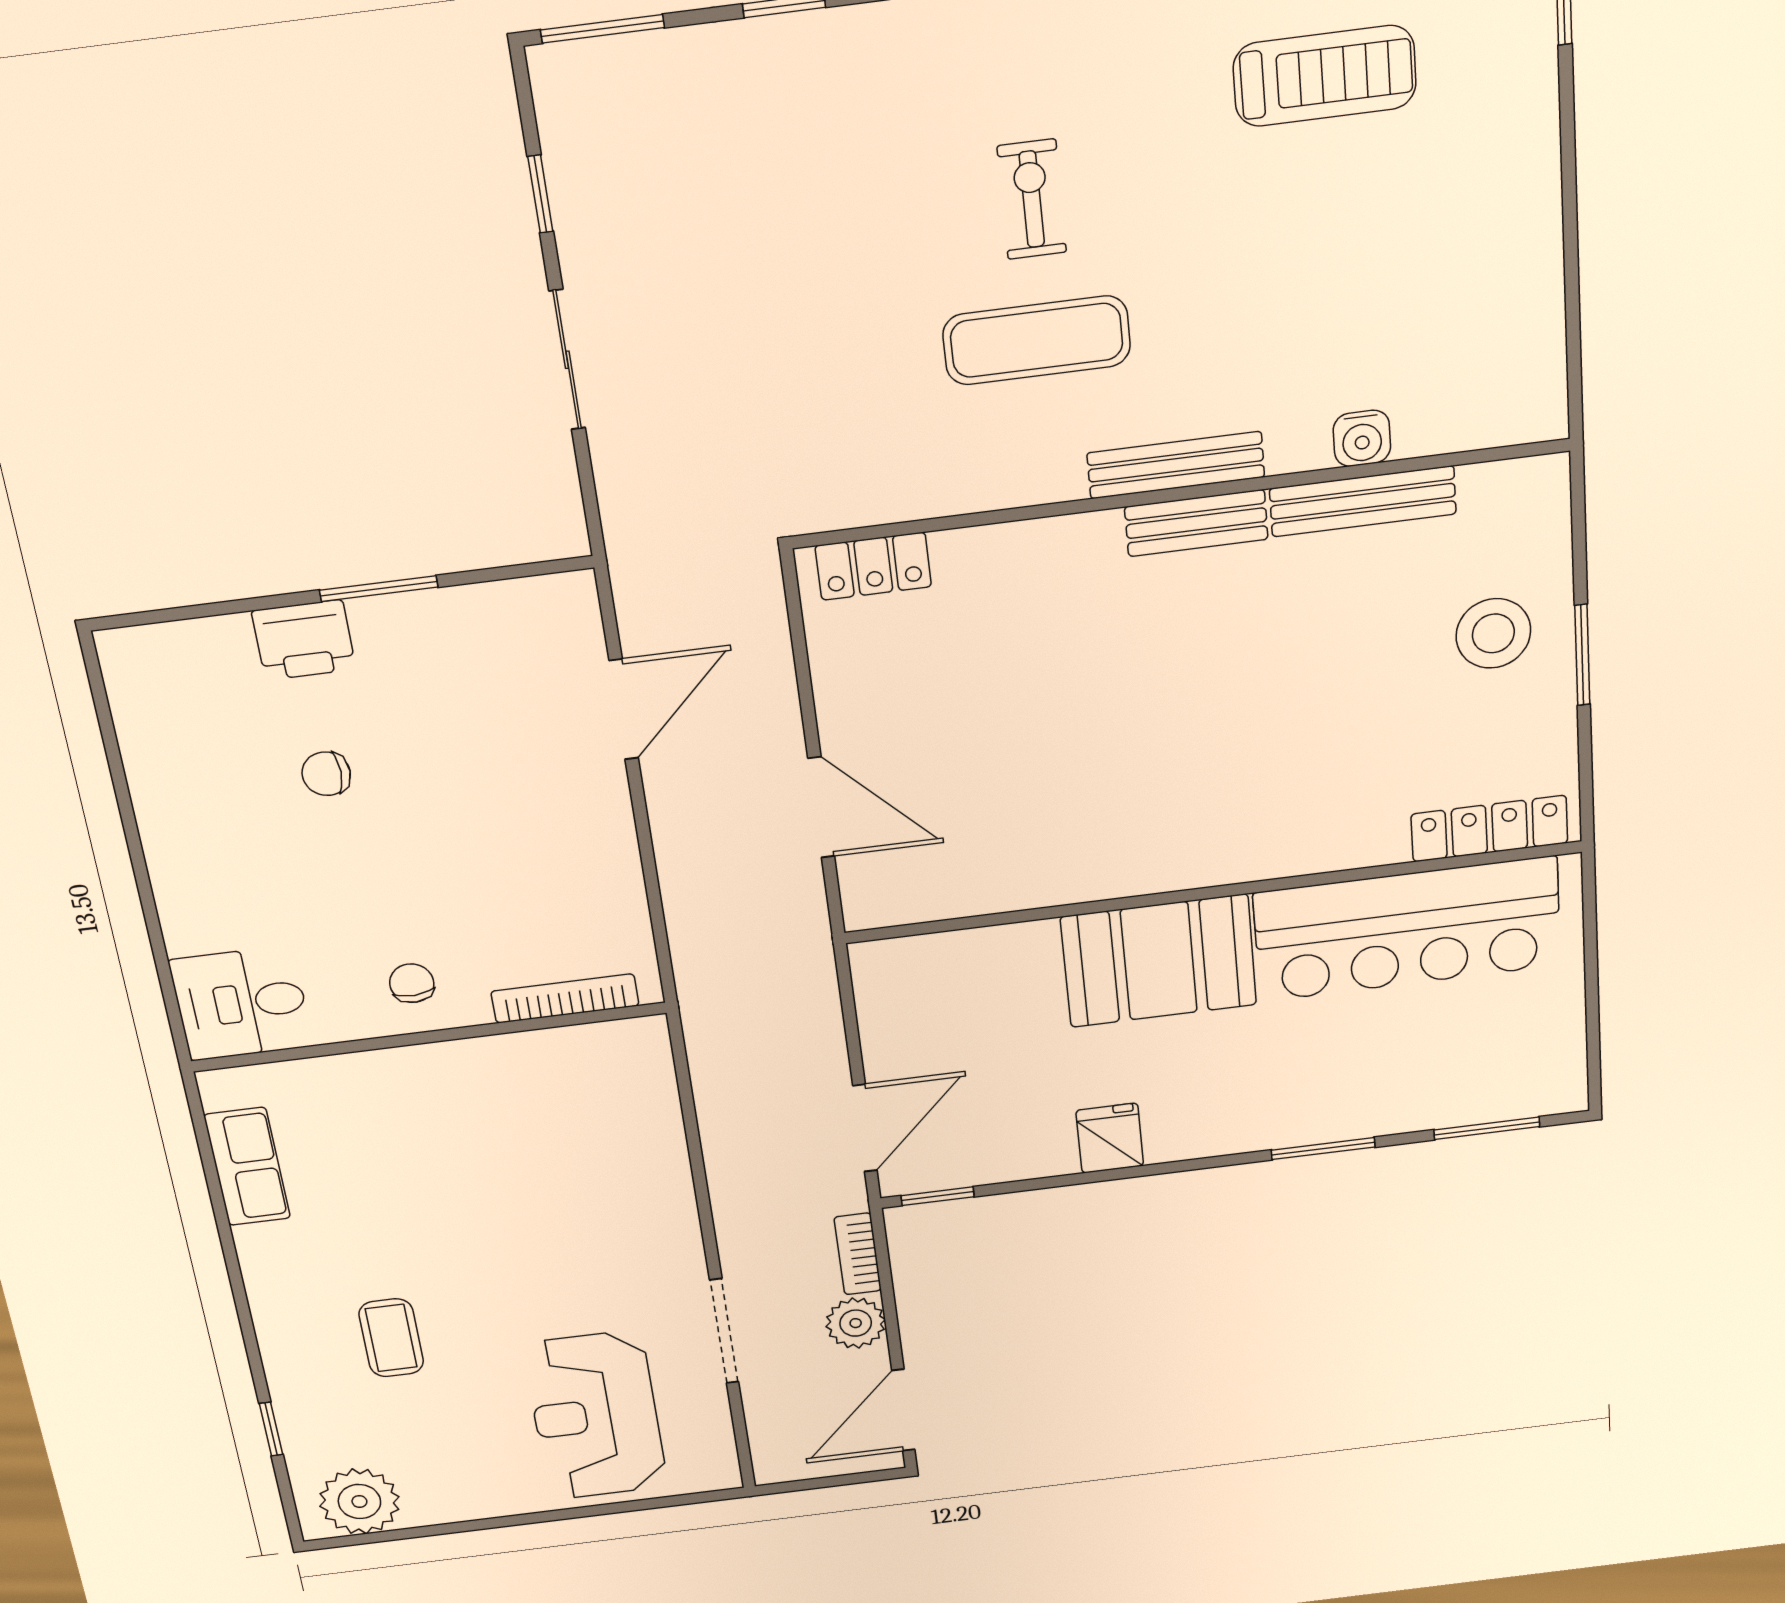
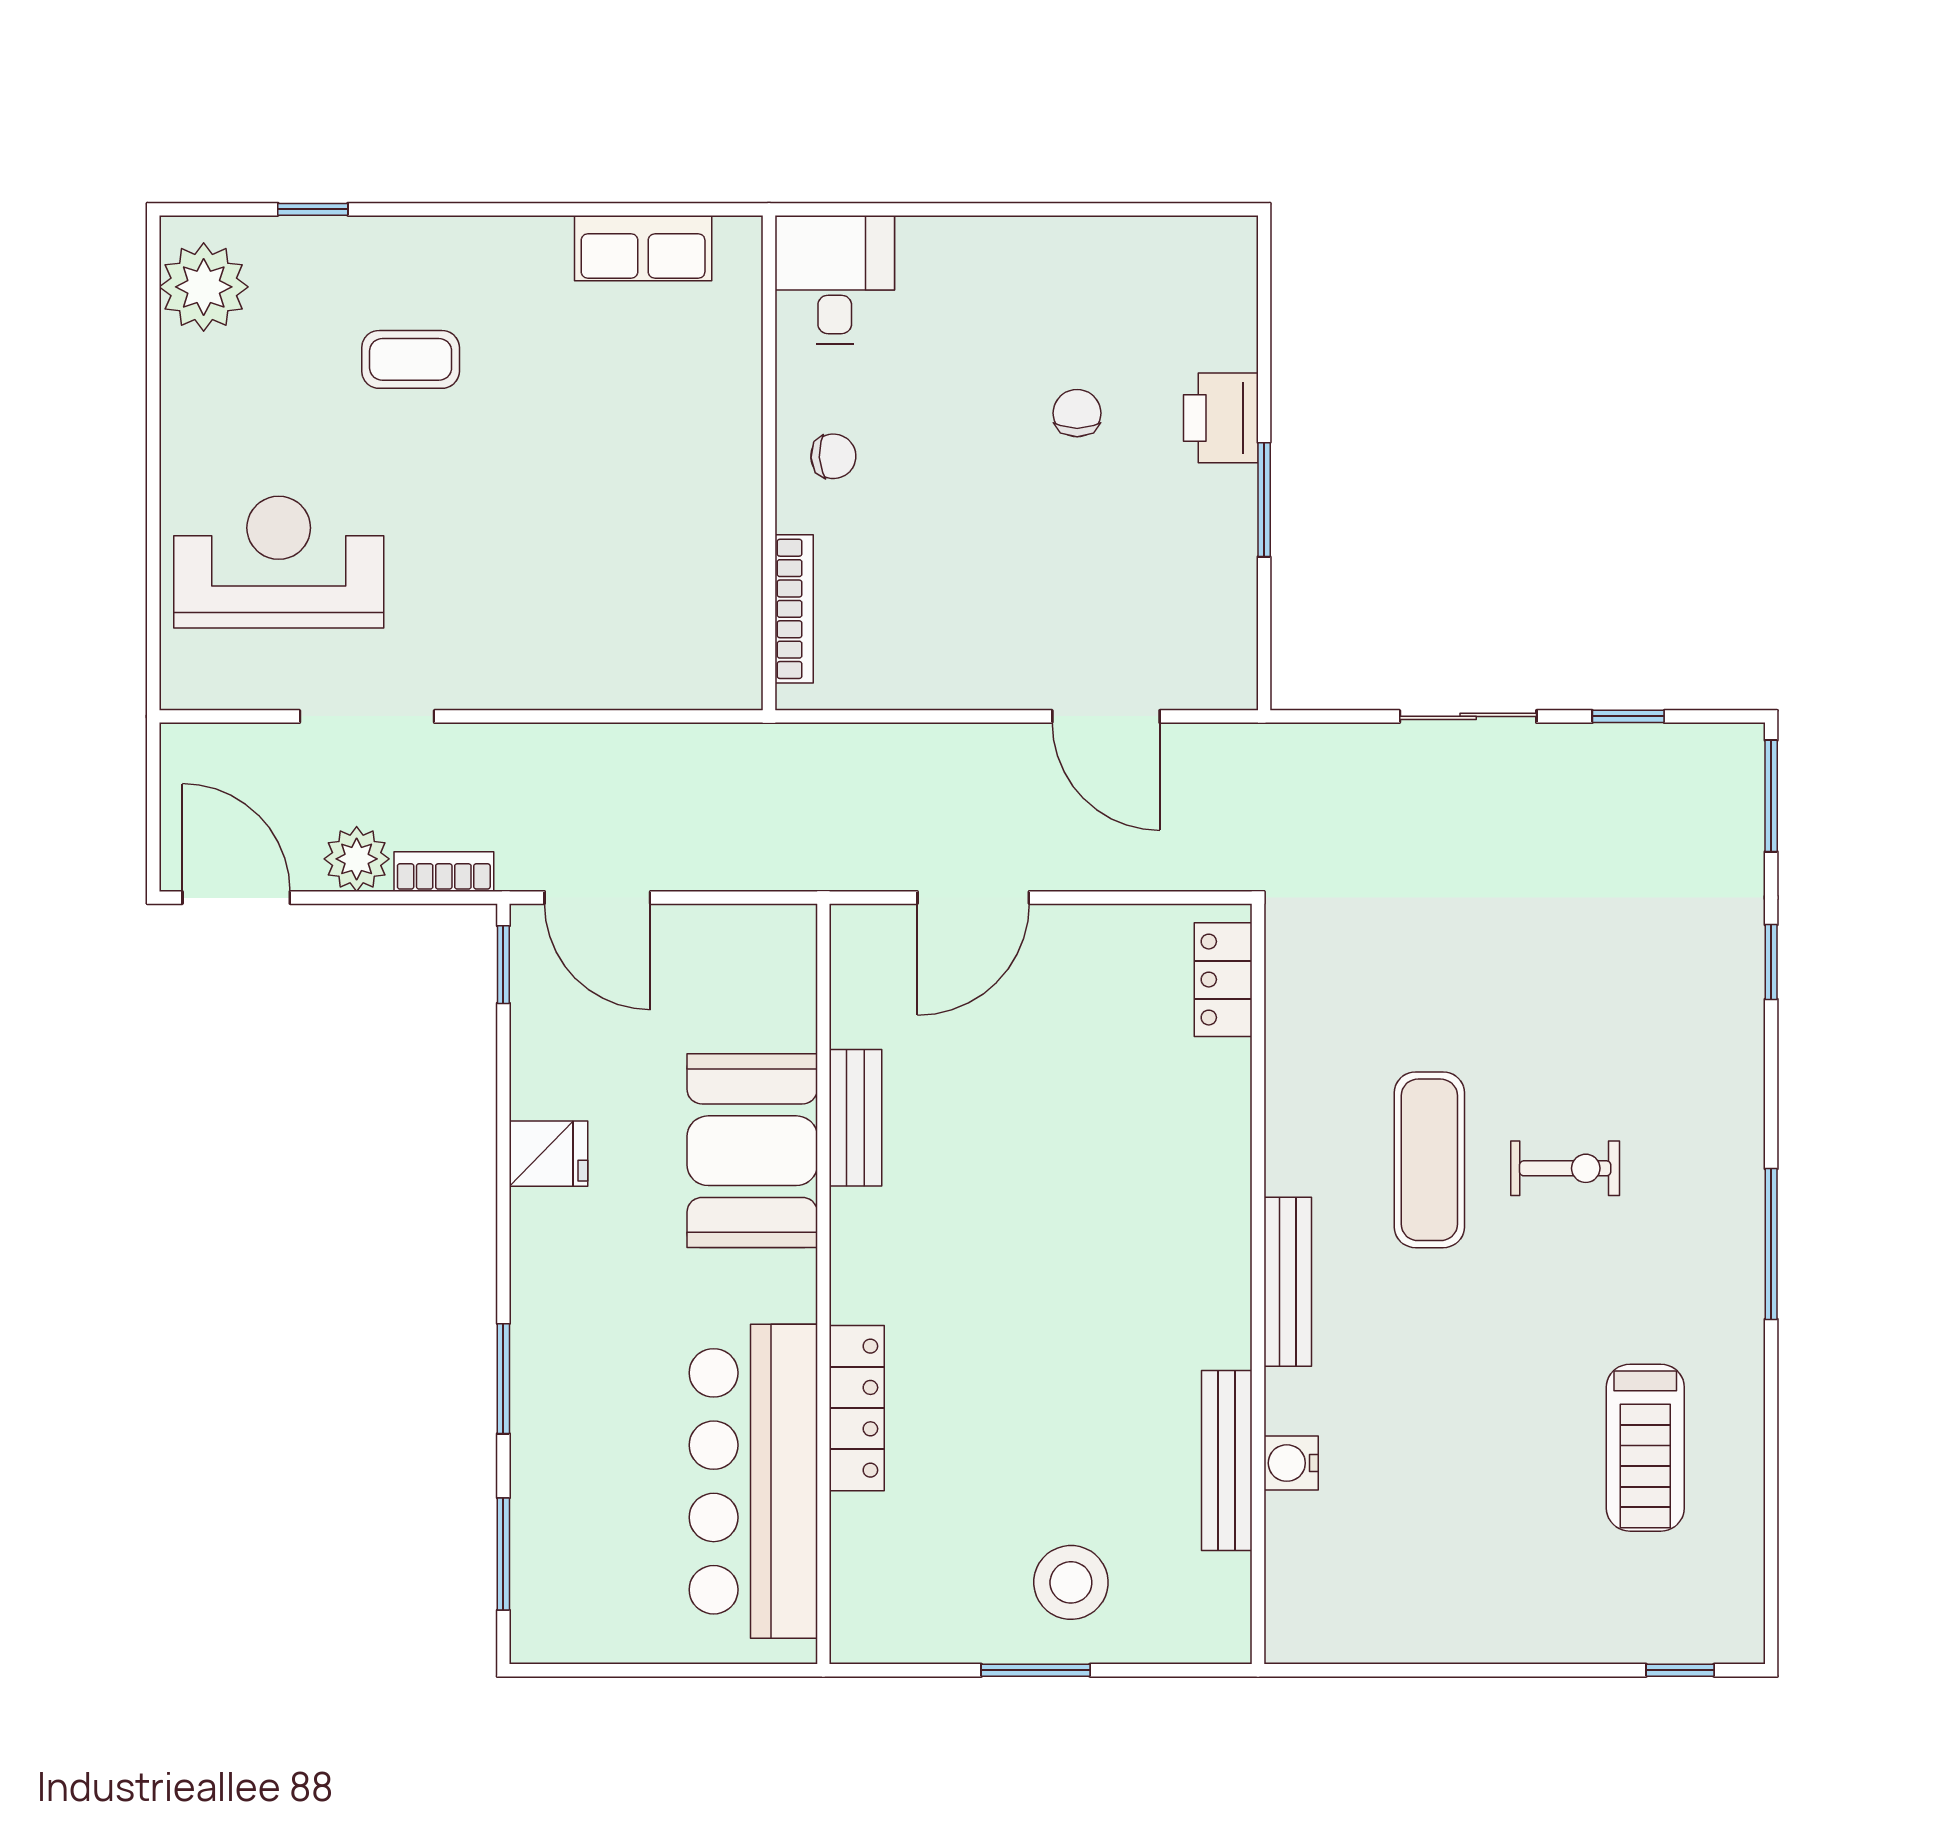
bench: (1196, 523) -> (856, 1118), moved
locker: (1489, 829) -> (857, 1408), moved
booth: (1159, 961) -> (752, 1151), moved

